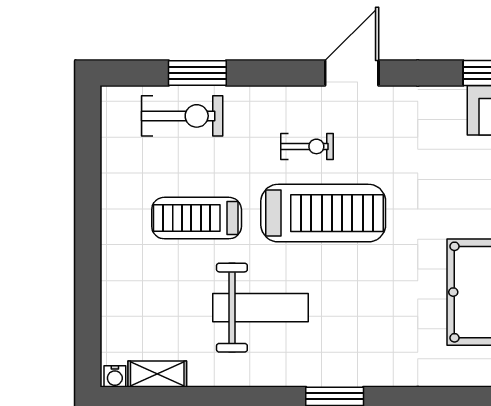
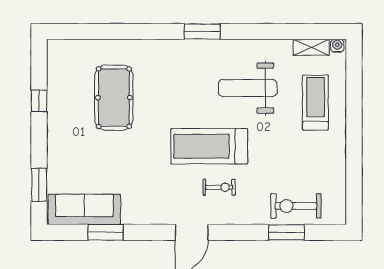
exercise bike: (307, 146) -> (219, 187), turned 180
treadmill: (197, 218) -> (315, 103), moved, turned -90

